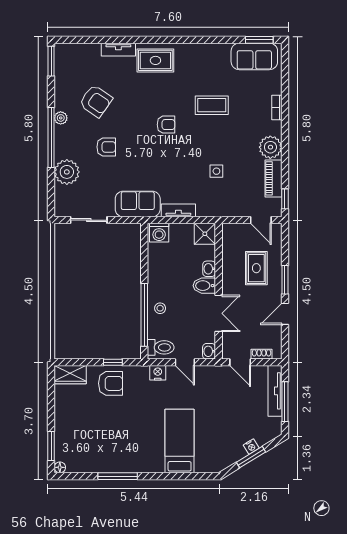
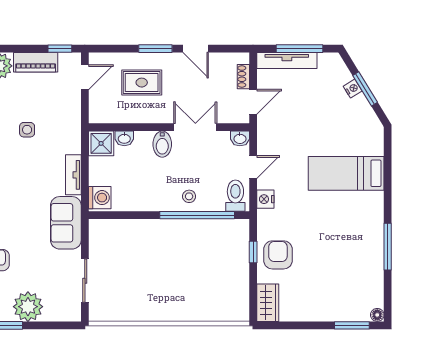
washbasin: (209, 269) -> (124, 138), moved

